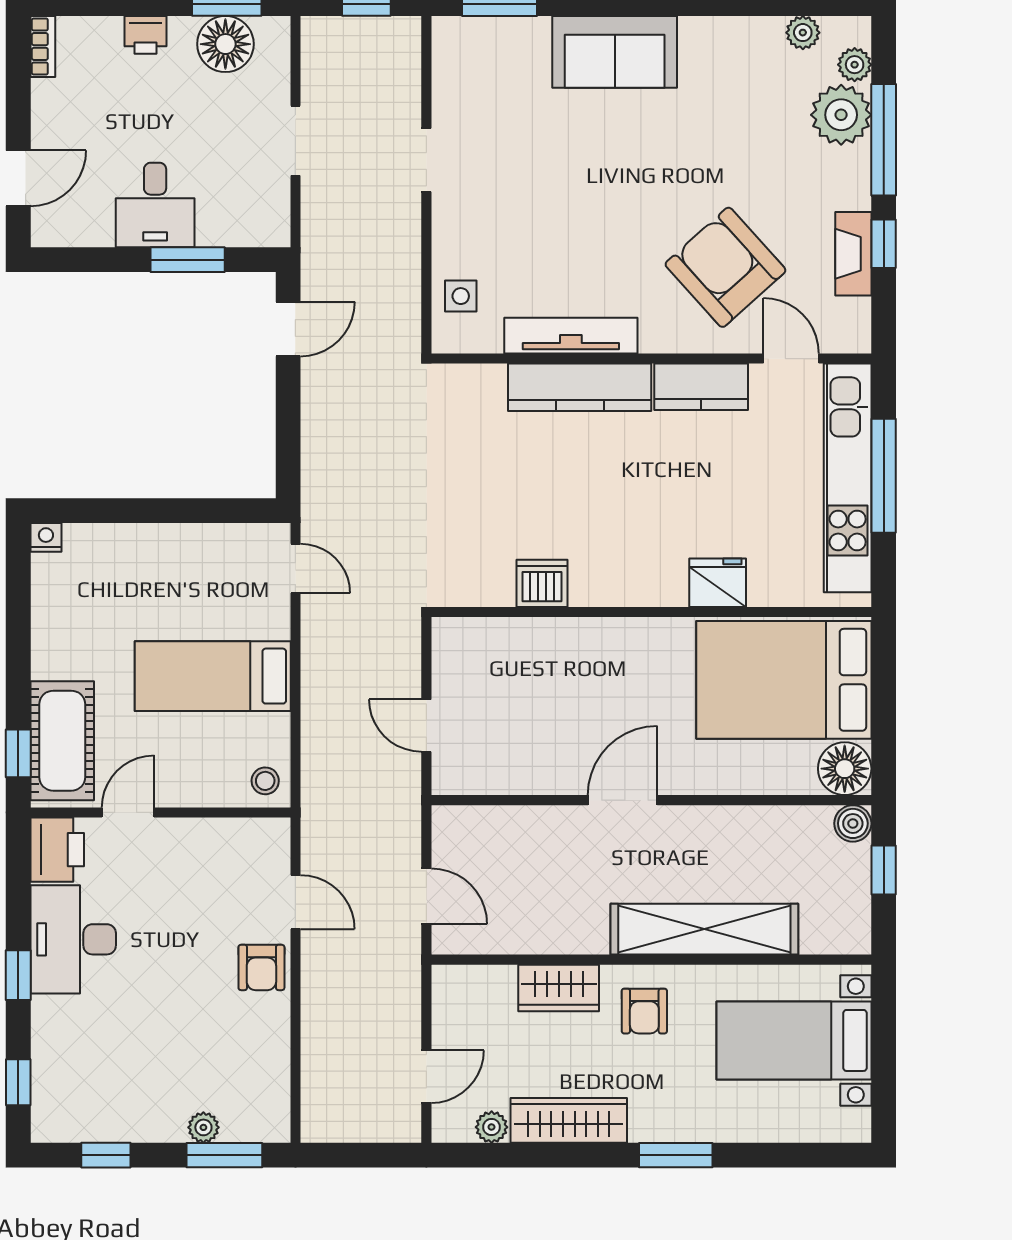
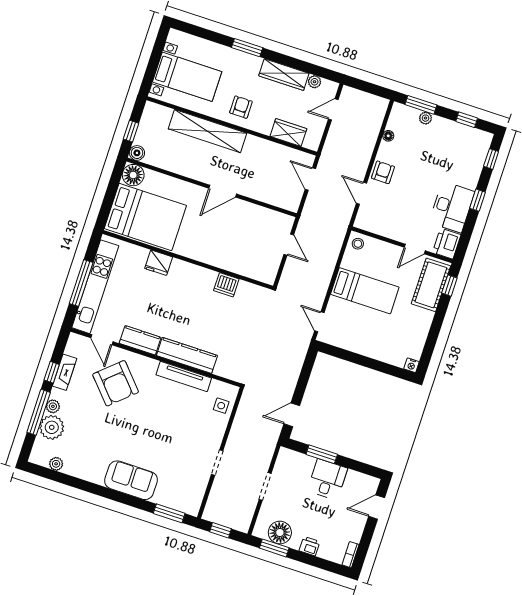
plant: (855, 65) -> (53, 406), moved
wardrobe: (559, 988) -> (288, 133), moved
floor lamp: (277, 1057) -> (388, 136), added

